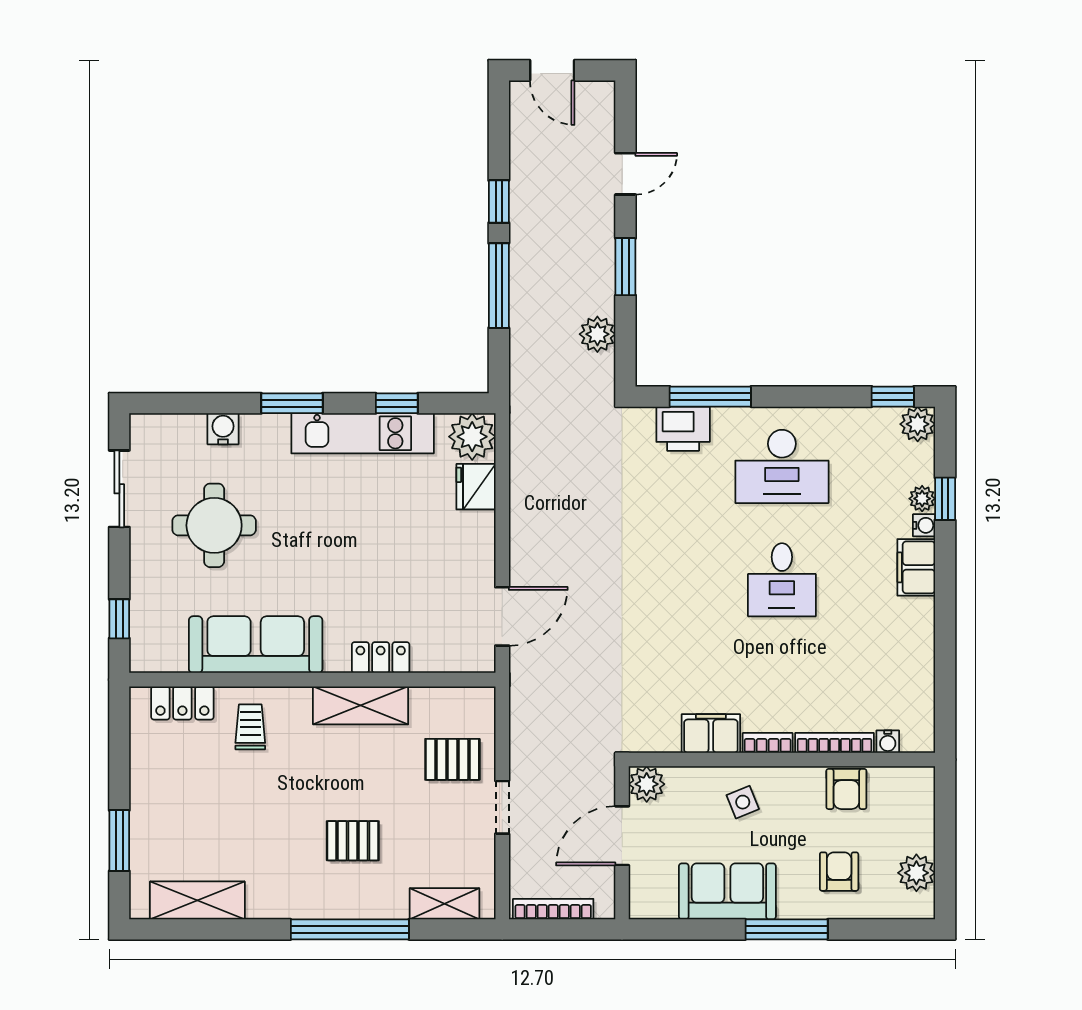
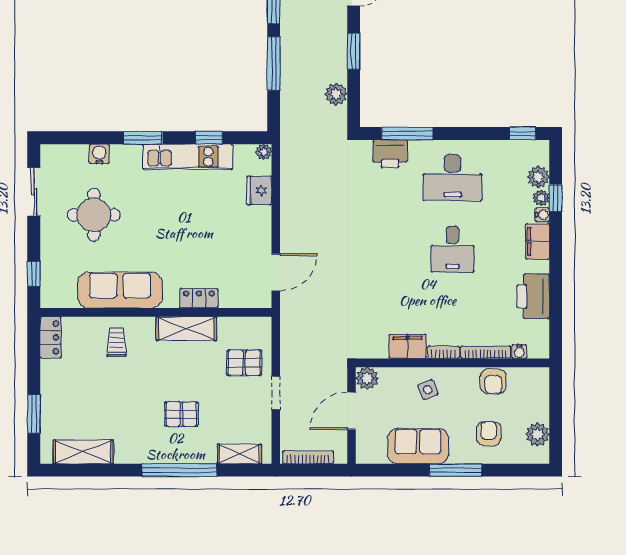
plant: (918, 424) -> (538, 177), moved
plant: (472, 437) -> (264, 152), width x0.53, depth x0.53
printer: (910, 654) -> (533, 296), added
locker: (182, 703) -> (51, 337), moved, turned -90

